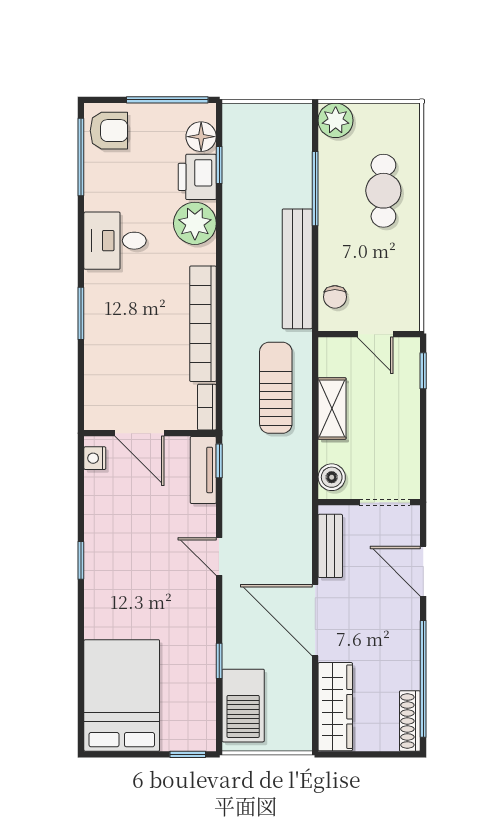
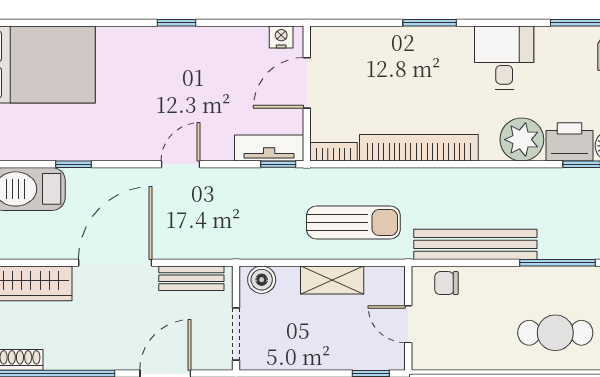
door: (375, 334) -> (408, 324), hinge flipped

